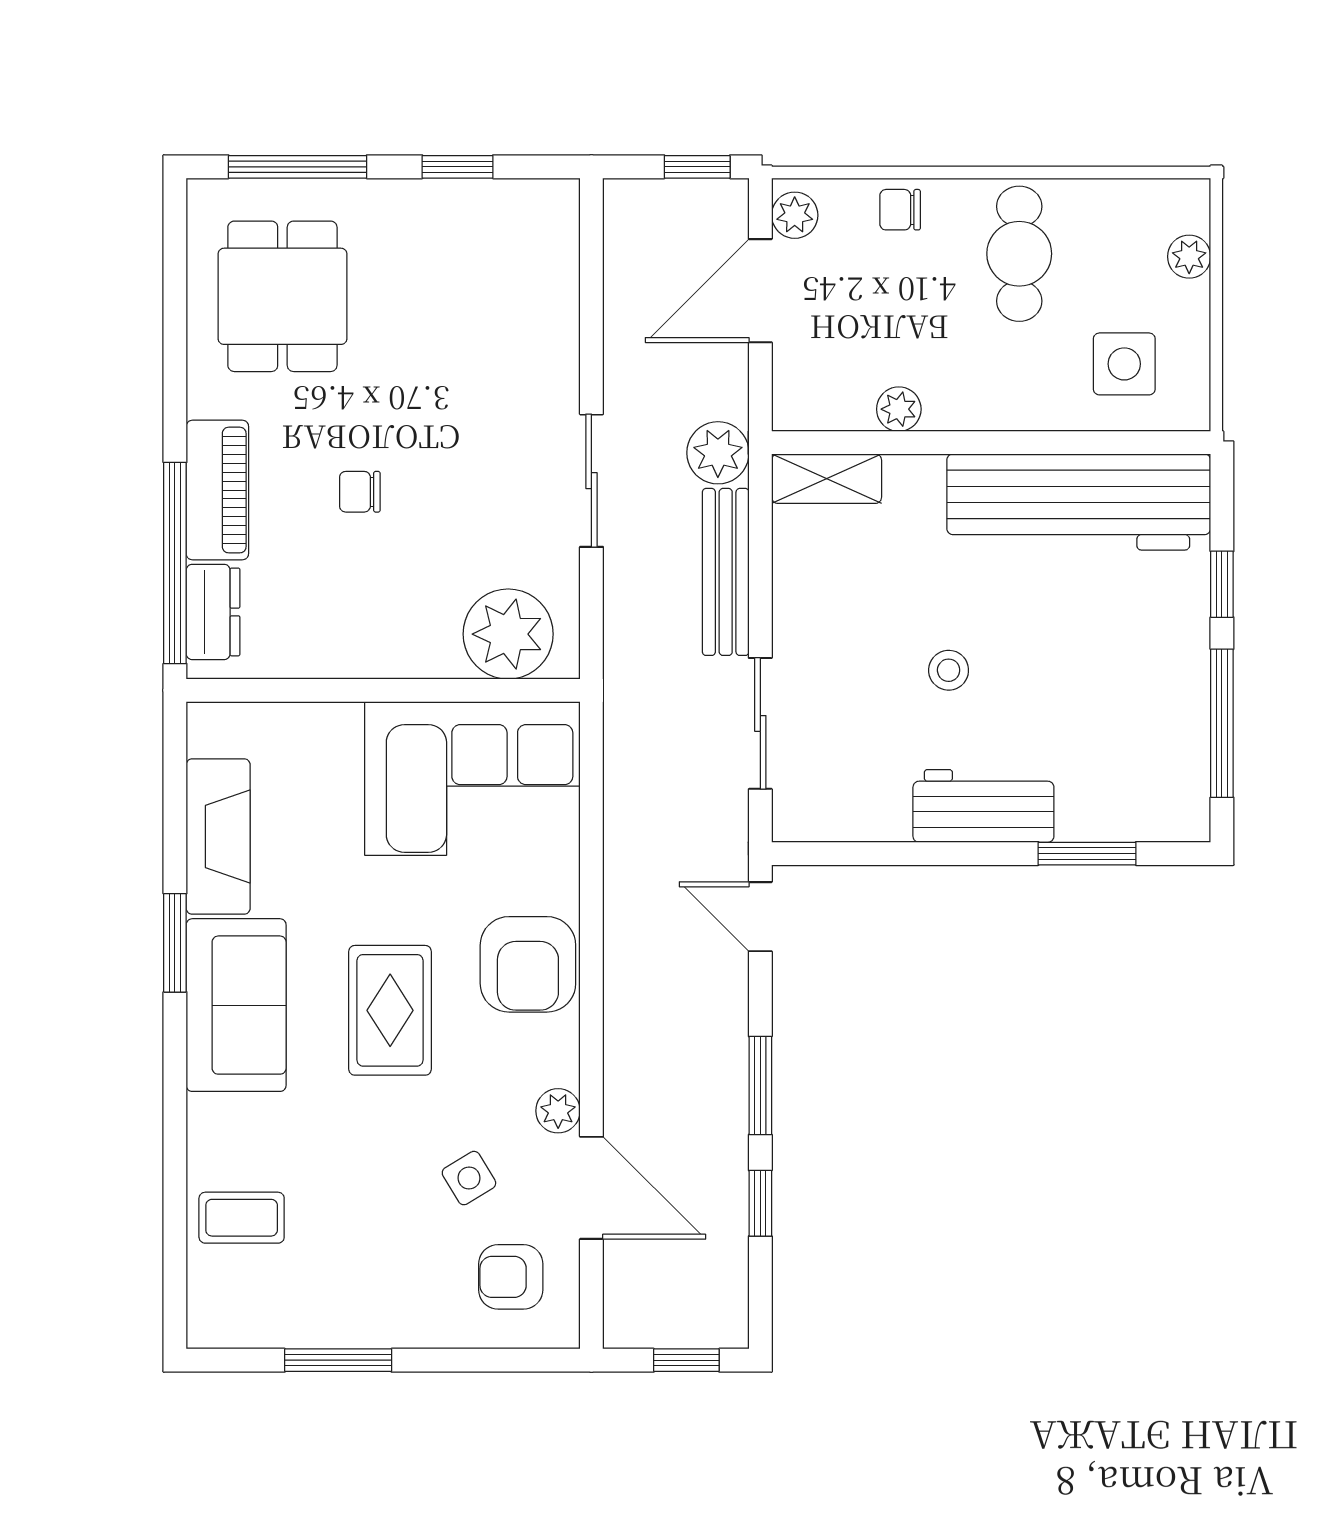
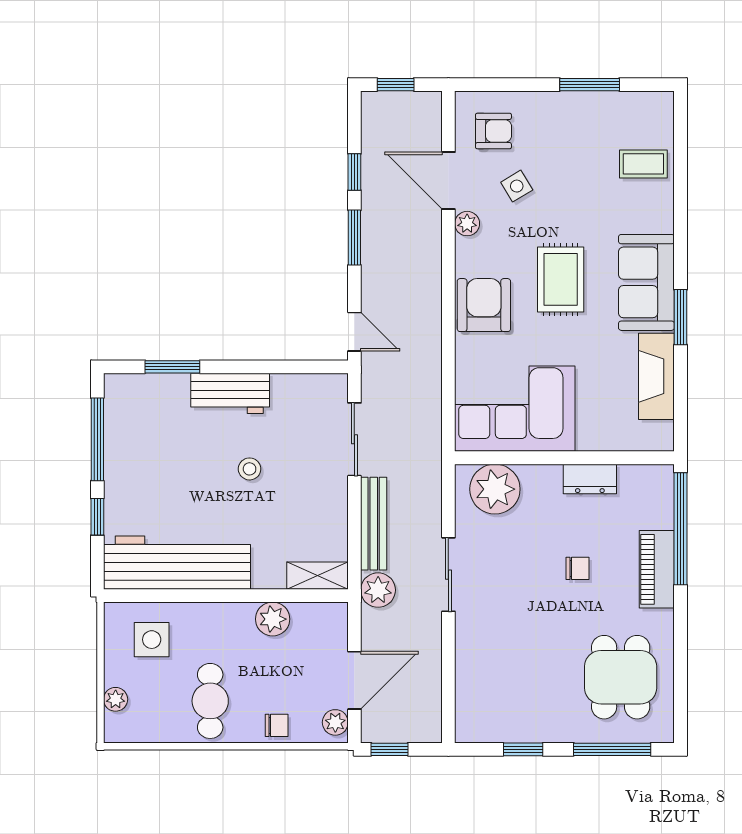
plant: (899, 409) -> (273, 619), width x1.38, depth x1.38
dresser: (213, 612) -> (590, 479), moved, turned -90

